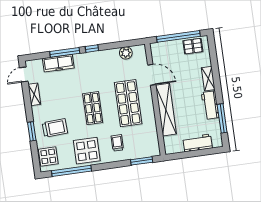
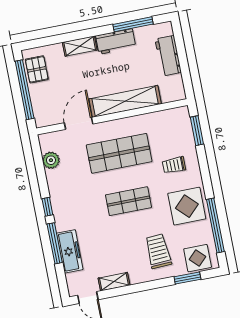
window: (32, 131) -> (187, 278), moved

